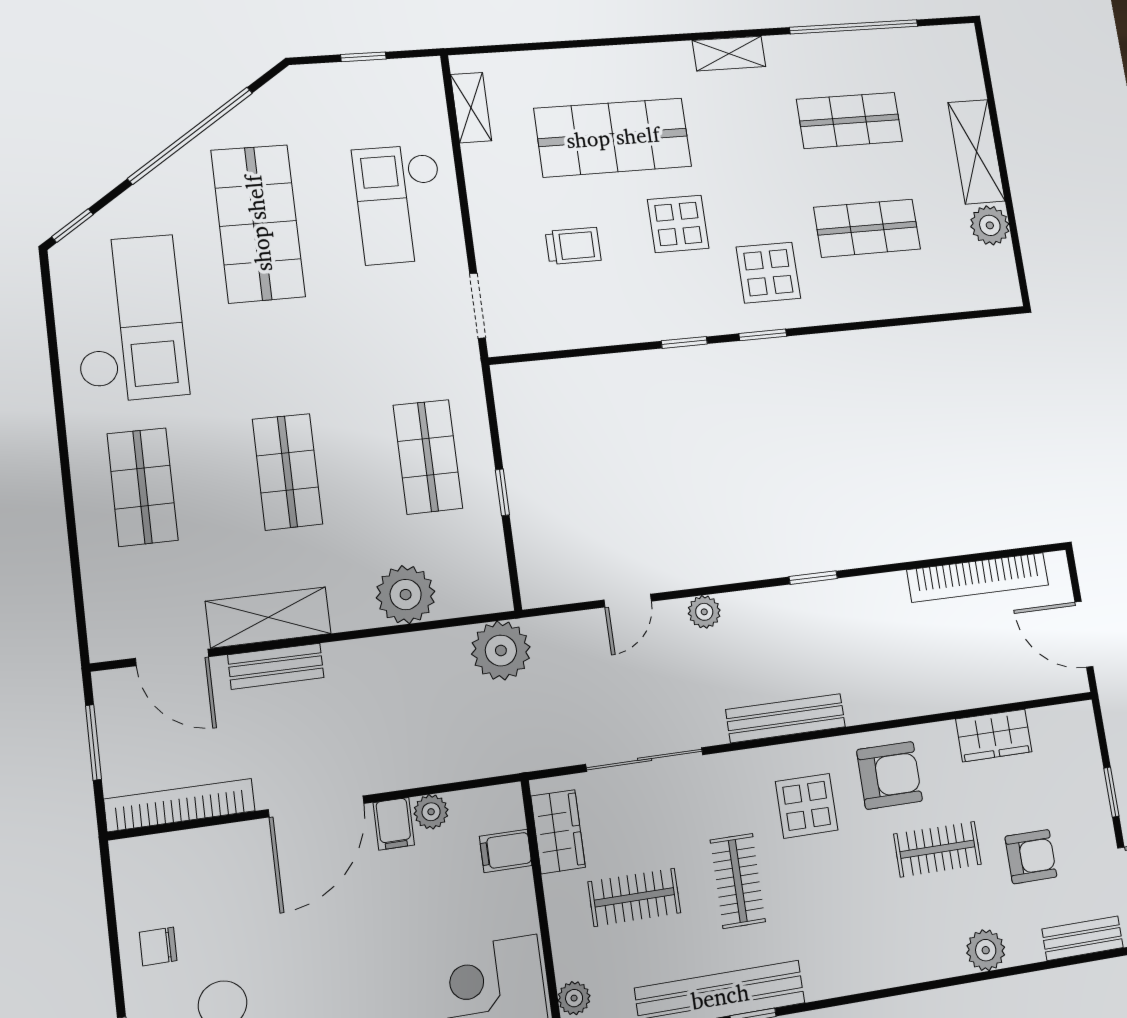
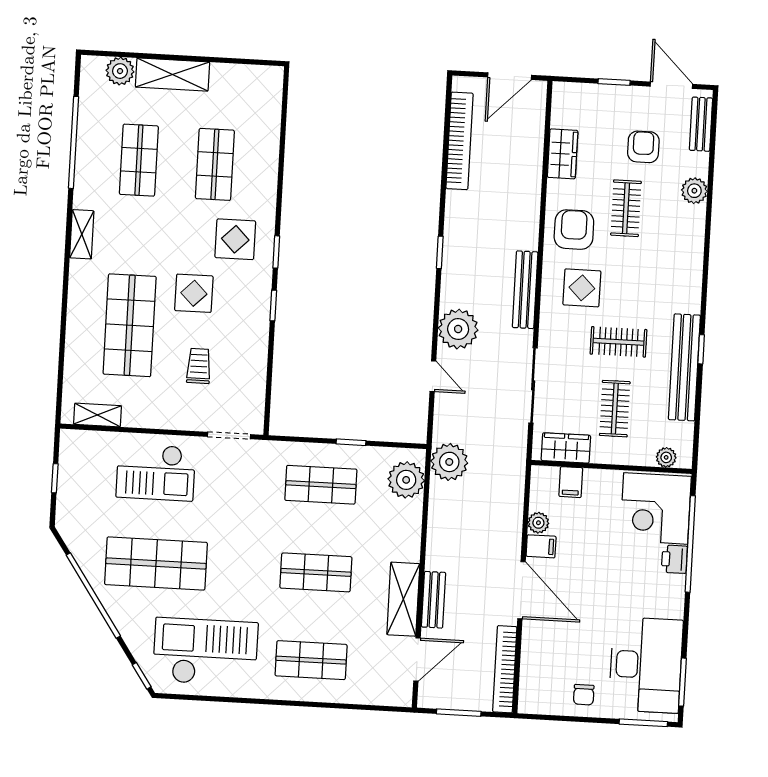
plant: (990, 225) -> (120, 71), moved
plant: (406, 595) -> (406, 480), moved
plant: (704, 612) -> (458, 329), width x1.87, depth x1.87

